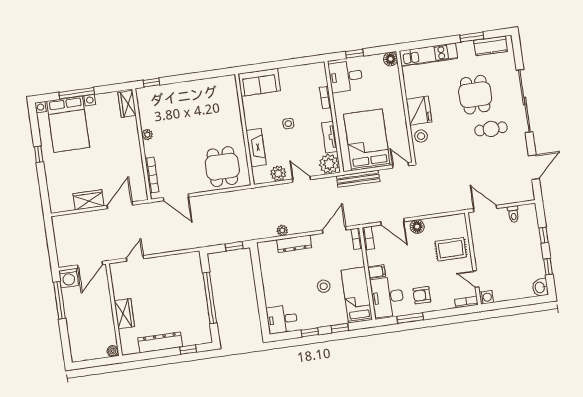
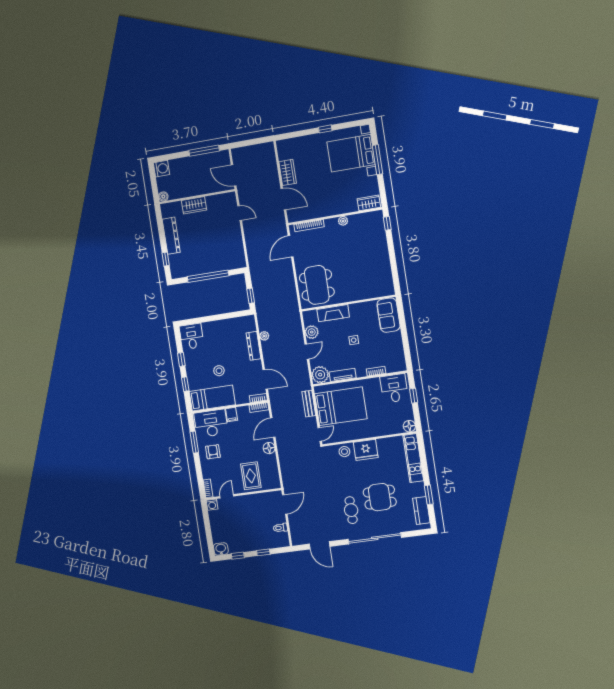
dining table: (222, 167) -> (317, 285), width x1.38
bench: (358, 179) -> (309, 404), width x0.73
washing machine: (69, 278) -> (162, 169), moved, turned 180

